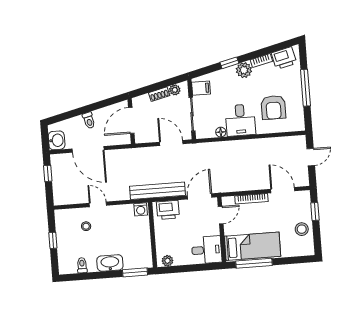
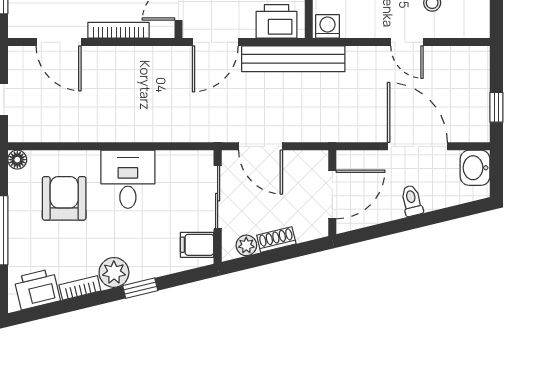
floor lamp: (221, 132) -> (17, 160), moved

